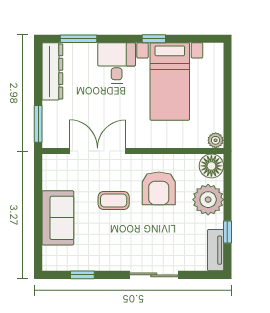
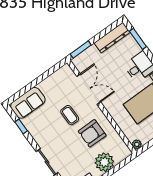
floor lamp: (211, 166) -> (122, 152), removed
sofa: (58, 218) -> (28, 103), moved

